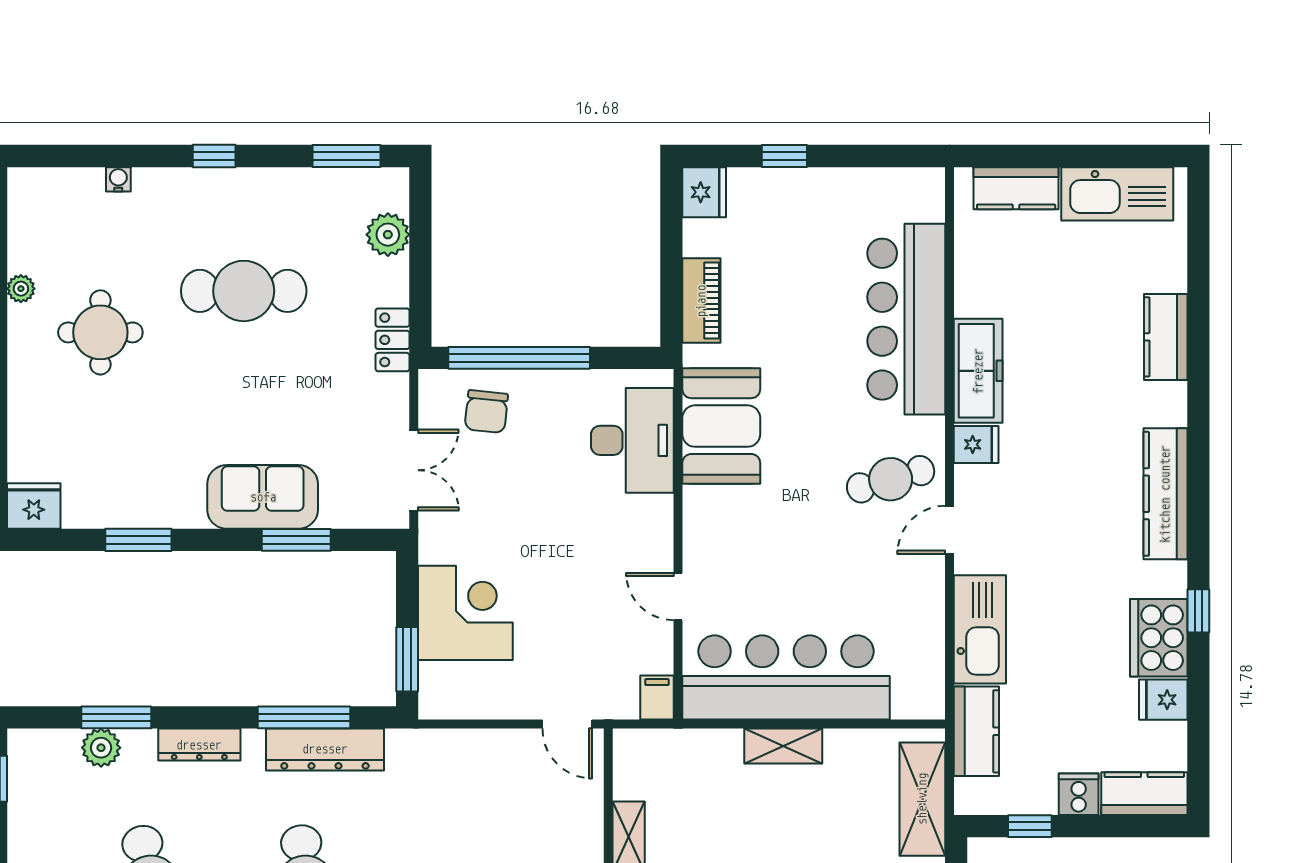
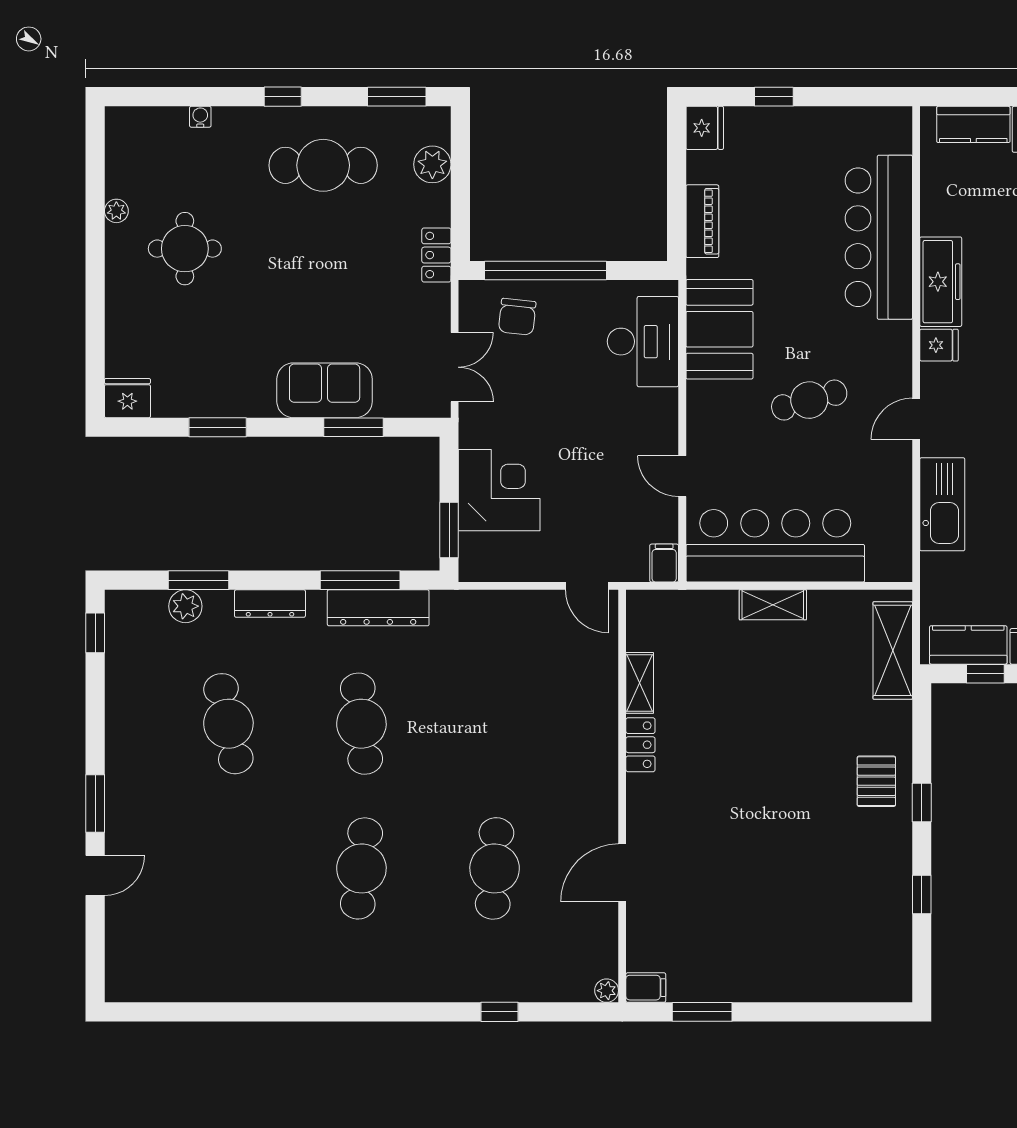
cafe table: (244, 291) -> (323, 165), moved
cafe table: (891, 479) -> (809, 400), moved
kitchen counter: (976, 731) -> (968, 645), moved, turned -90

